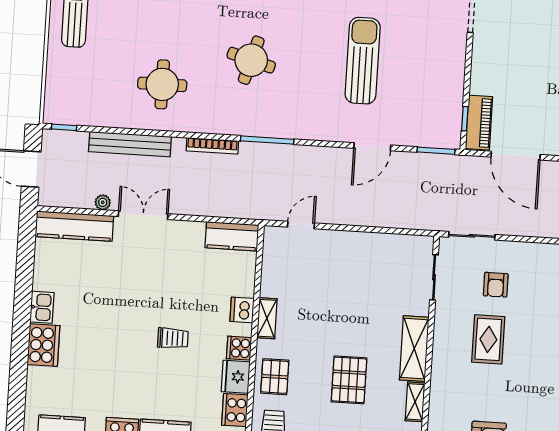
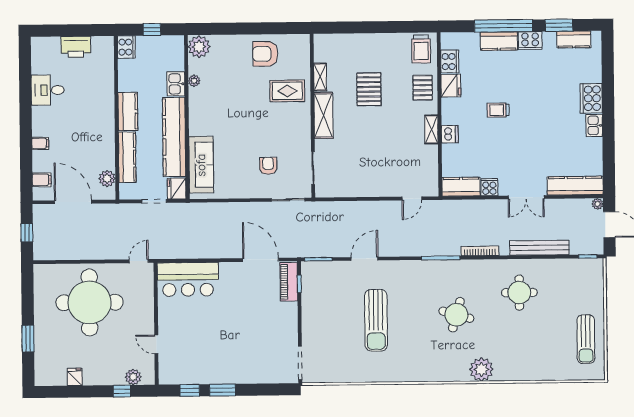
plant: (103, 202) -> (598, 204), moved
rug: (488, 339) -> (287, 91), moved, turned 90
cooker: (239, 348) -> (489, 187), moved, turned -90

